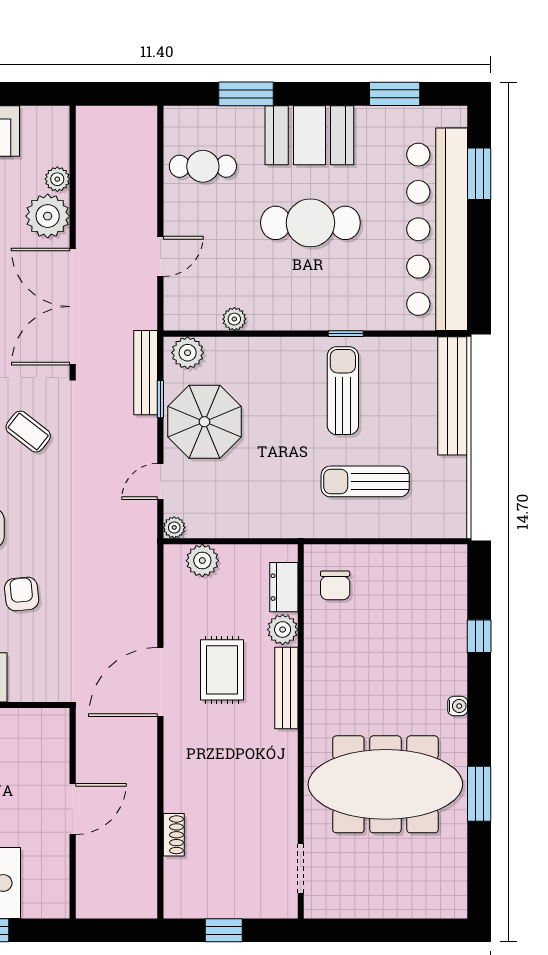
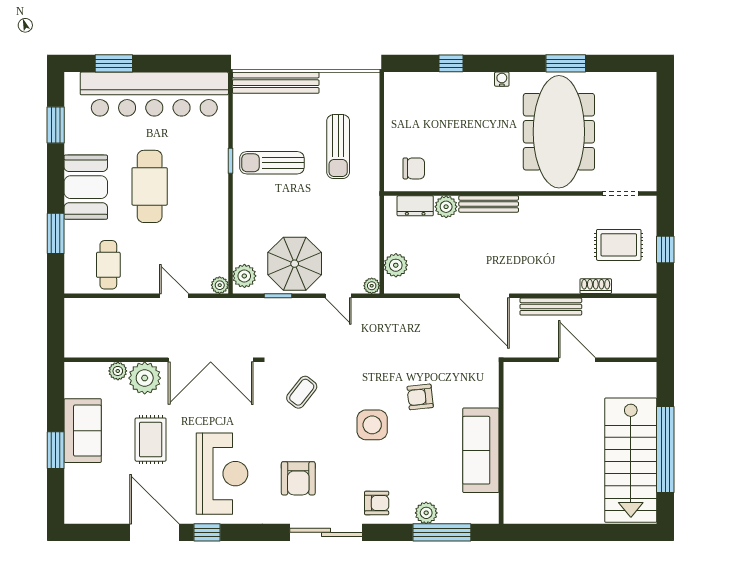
plant: (234, 319) -> (220, 285), moved
bench: (146, 373) -> (551, 307), moved
rug: (222, 670) -> (619, 245), moved

